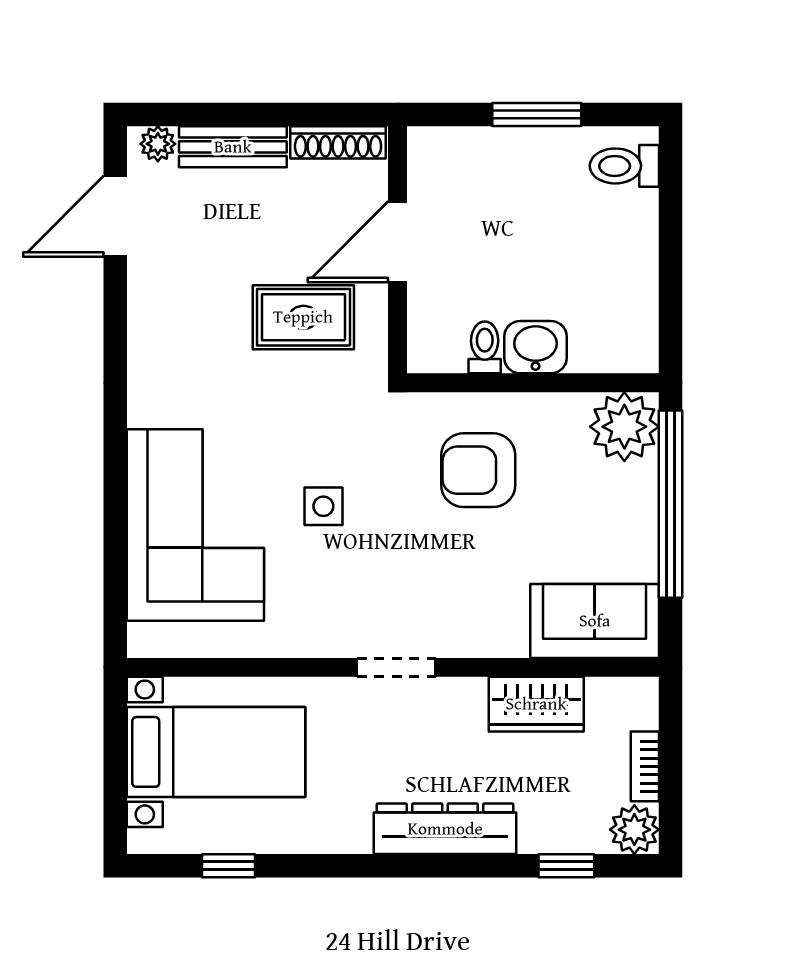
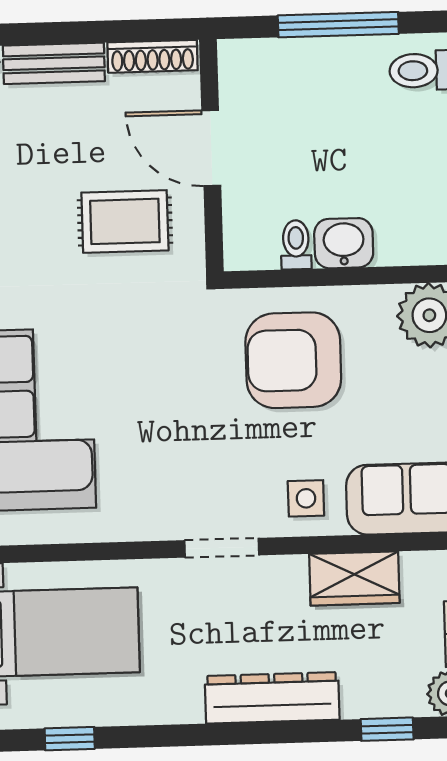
window: (537, 115) -> (338, 25), width x1.44
door: (398, 242) -> (211, 148), hinge flipped
armchair: (478, 470) -> (293, 360), width x1.36, depth x1.36
side table: (323, 506) -> (306, 498), moved

